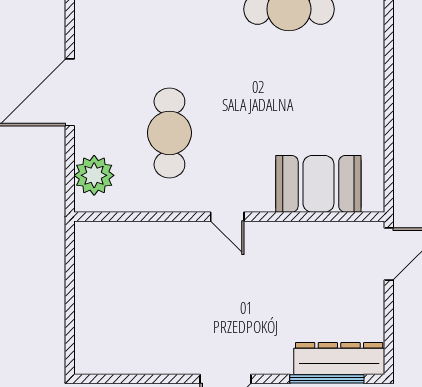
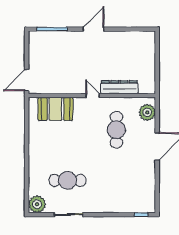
dresser: (339, 359) -> (119, 87), moved, turned 180

